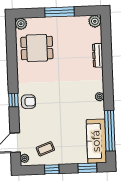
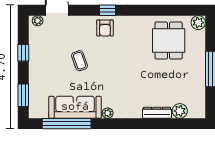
plant: (95, 21) -> (180, 111), moved
sofa: (96, 141) -> (75, 107), moved
coffee table: (45, 149) -> (80, 61), moved

